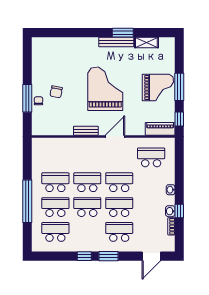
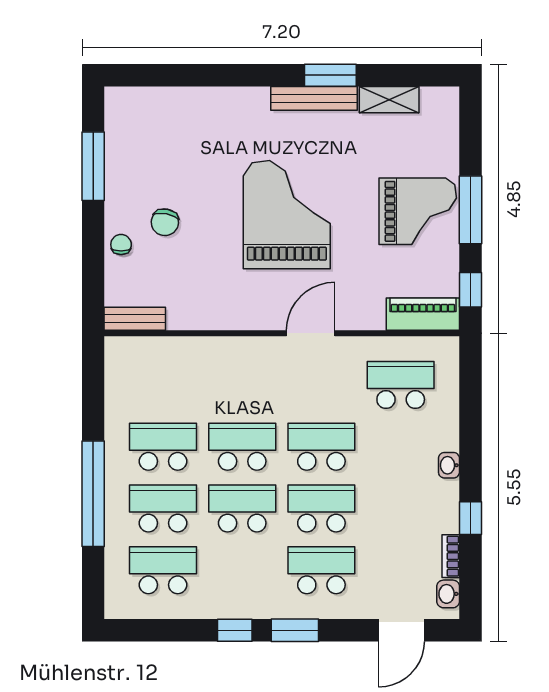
window: (27, 98) -> (93, 166), moved
bench: (86, 131) -> (135, 319), moved
washbasin: (170, 211) -> (448, 594), moved

